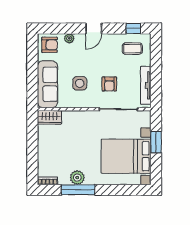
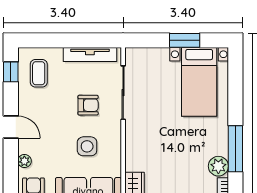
window: (156, 142) -> (185, 40), moved
bed with nightstands: (126, 156) -> (199, 82), width x0.73
plant: (77, 178) -> (218, 166), moved

